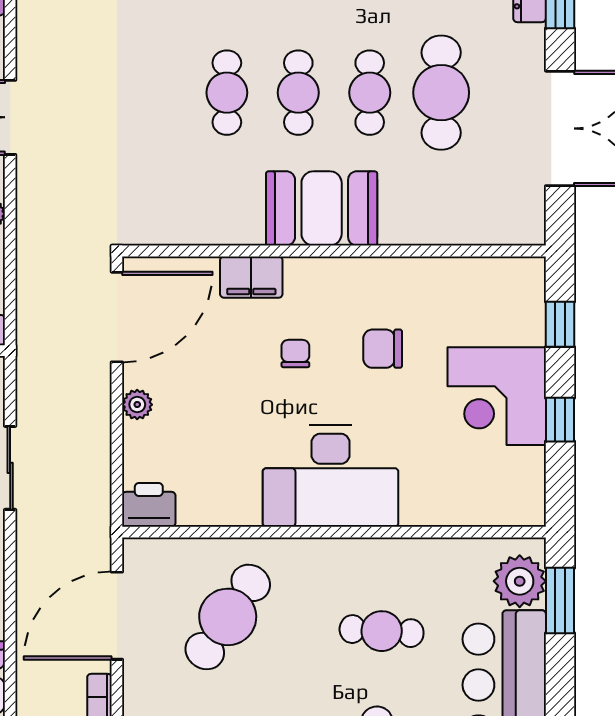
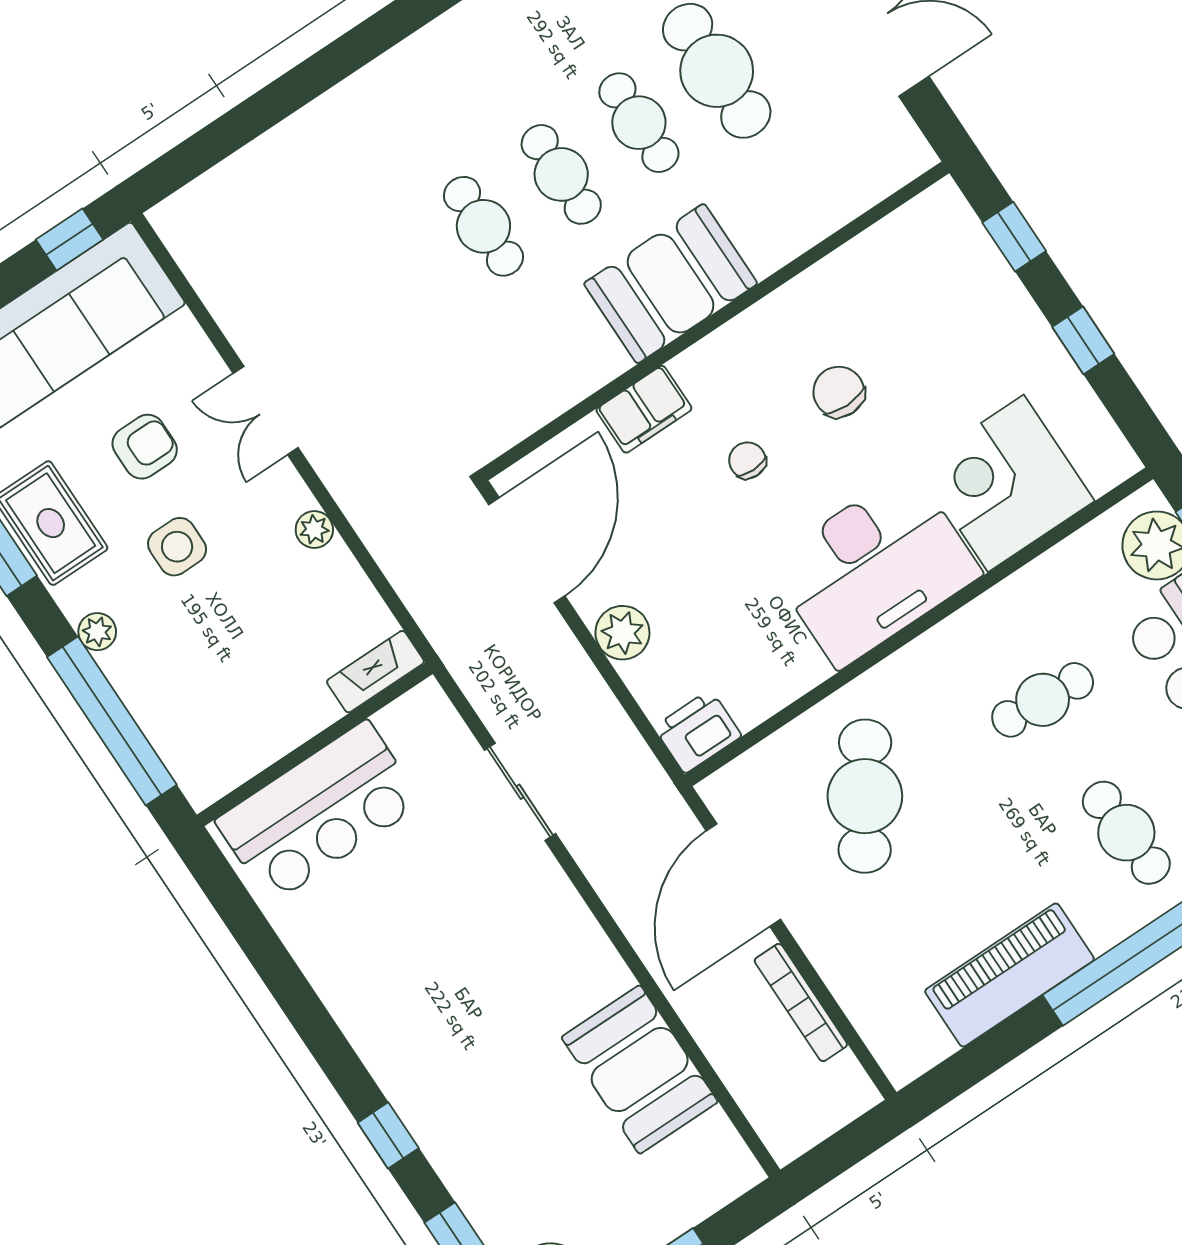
chair: (383, 349) -> (839, 392), turned 90
corner desk: (497, 396) -> (1006, 483), moved, turned 90
plant: (137, 405) -> (622, 633), width x1.38, depth x1.38

